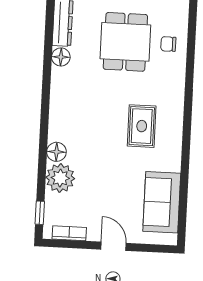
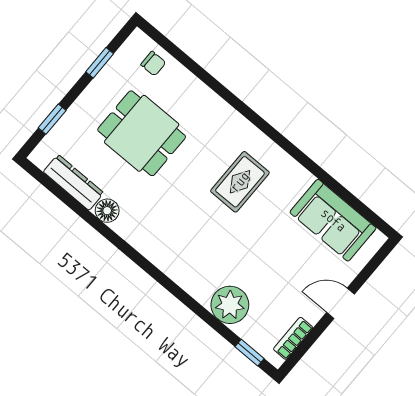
chair: (168, 44) -> (153, 64), moved, turned -90
rug: (142, 126) -> (240, 182), turned 90
floor lamp: (56, 152) -> (200, 288), removed

